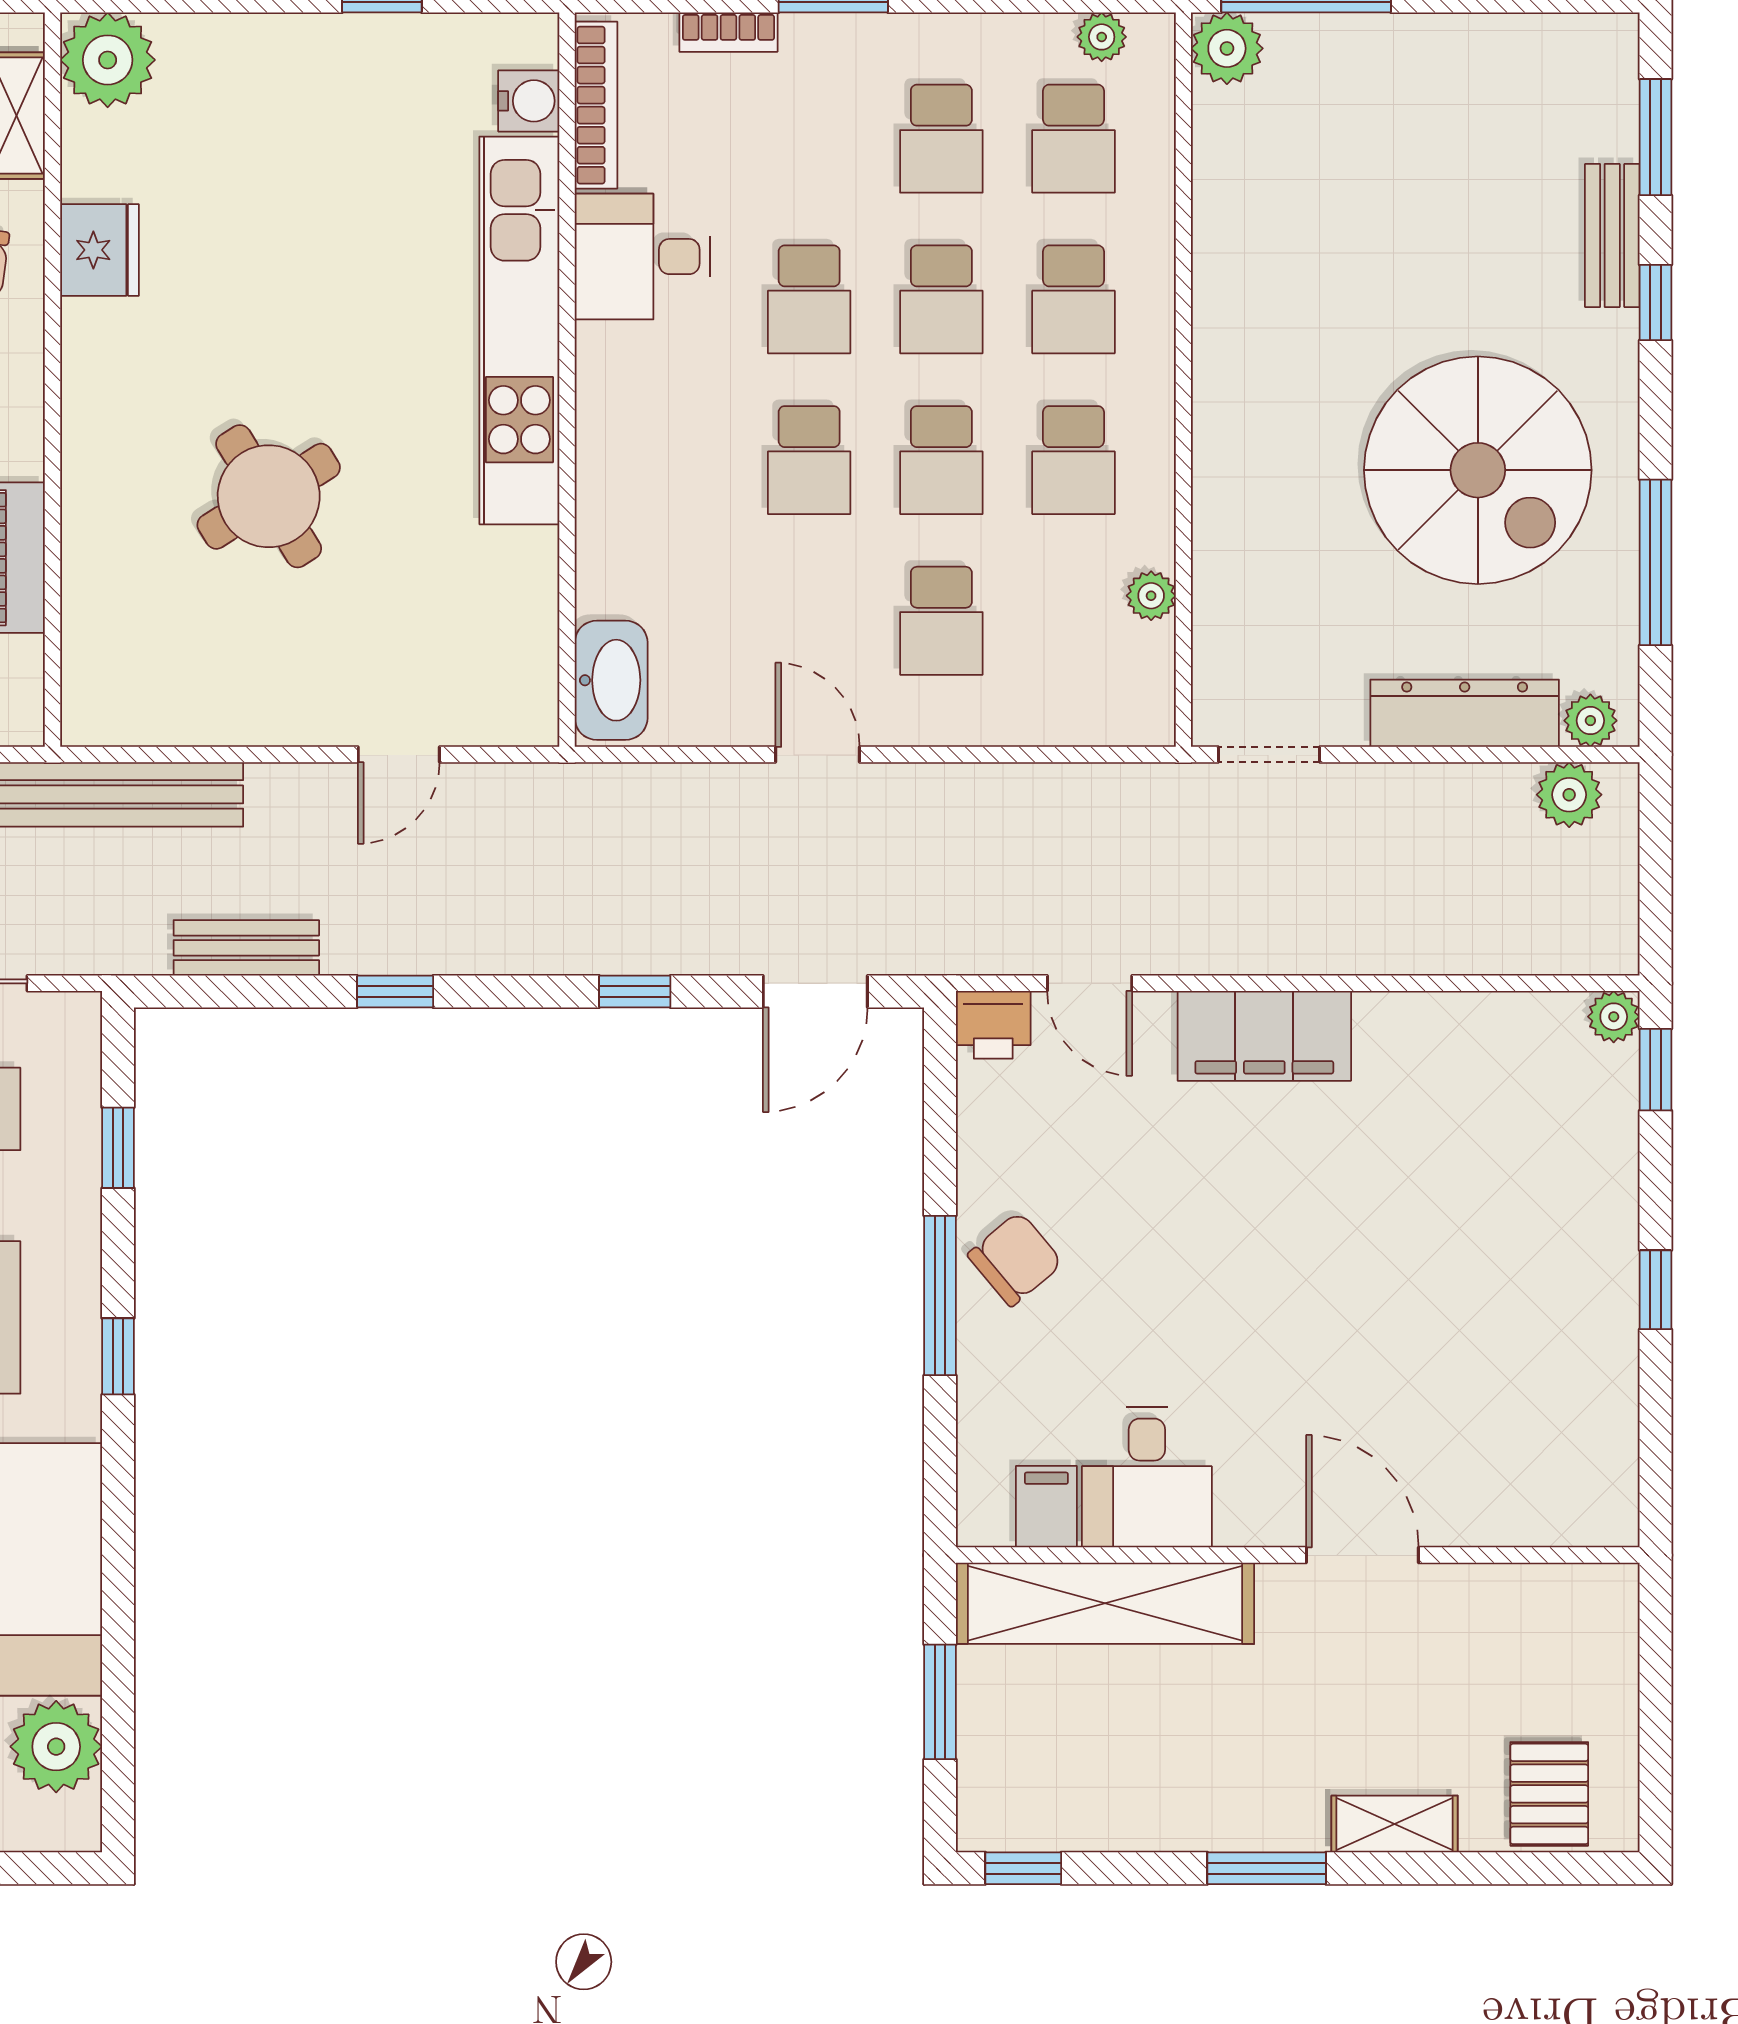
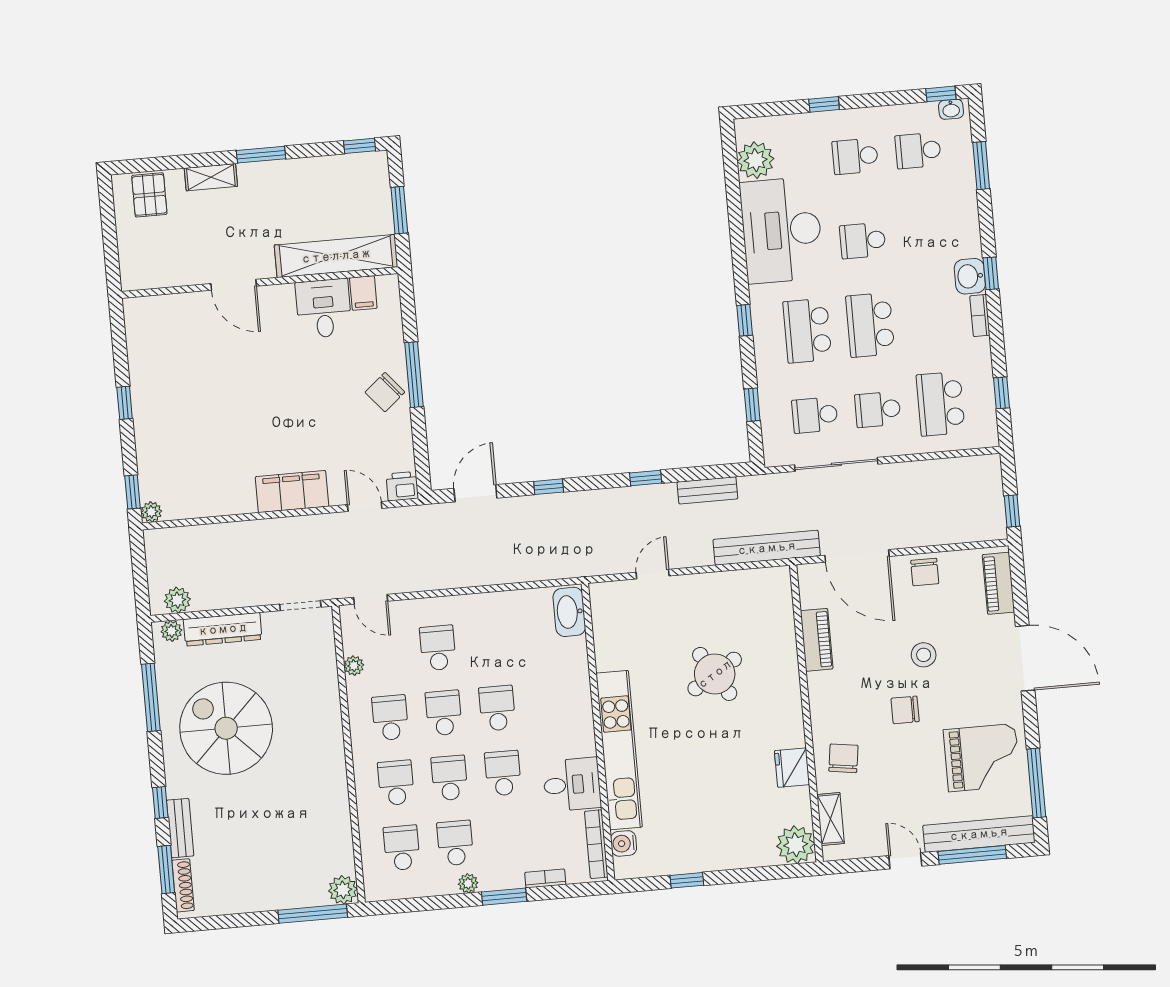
plant: (1102, 37) -> (468, 883), moved
shoe rack: (1618, 95) -> (183, 885), added
door: (818, 755) -> (371, 599), moved

